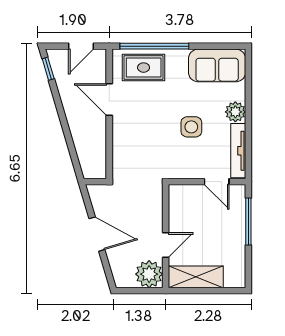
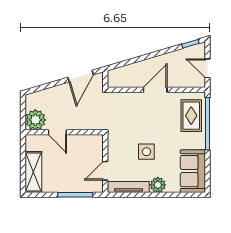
door: (109, 100) -> (155, 90), moved
door: (97, 234) -> (81, 76), moved
shelving: (196, 277) -> (33, 172), moved

